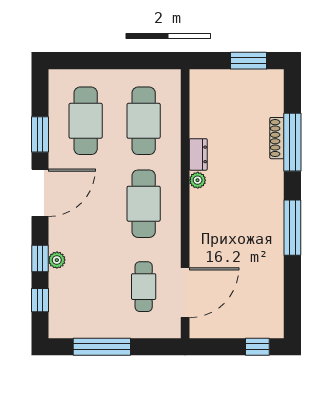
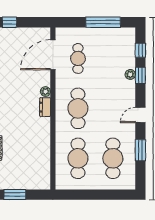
dresser: (198, 154) -> (45, 107), moved
plant: (198, 180) -> (45, 92), moved
door: (40, 193) -> (140, 115), width x0.53

